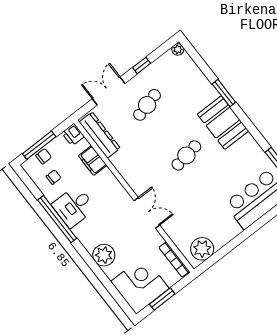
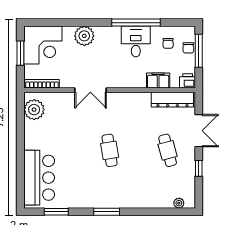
plant: (178, 49) -> (179, 203), moved
window: (224, 93) -> (107, 212), moved
booth: (223, 123) -> (113, 195), removed

